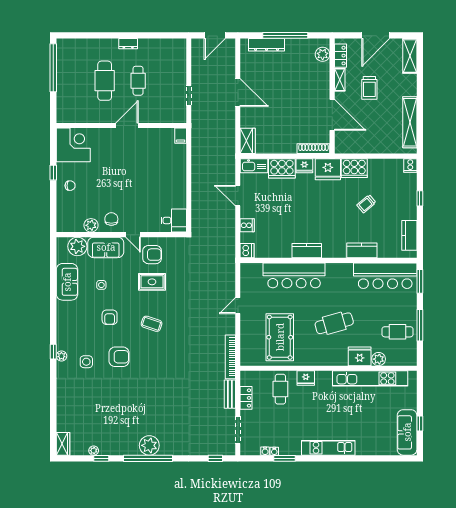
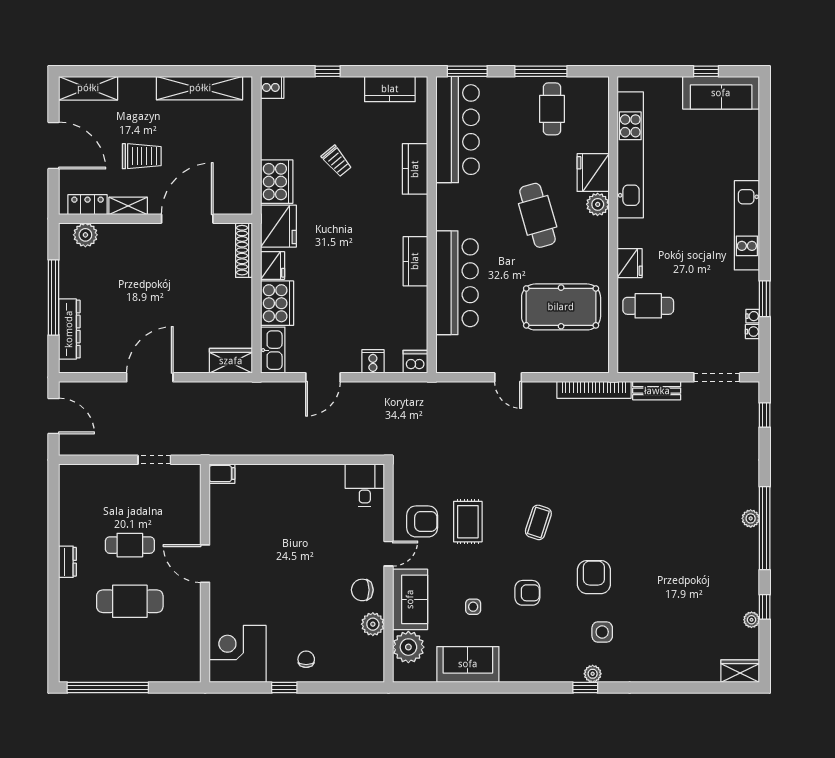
armchair: (152, 255) -> (422, 521), turned 90
plant: (379, 359) -> (598, 204), moved
locker: (246, 398) -> (663, 363), removed
plant: (149, 445) -> (751, 518), width x0.53, depth x0.53

